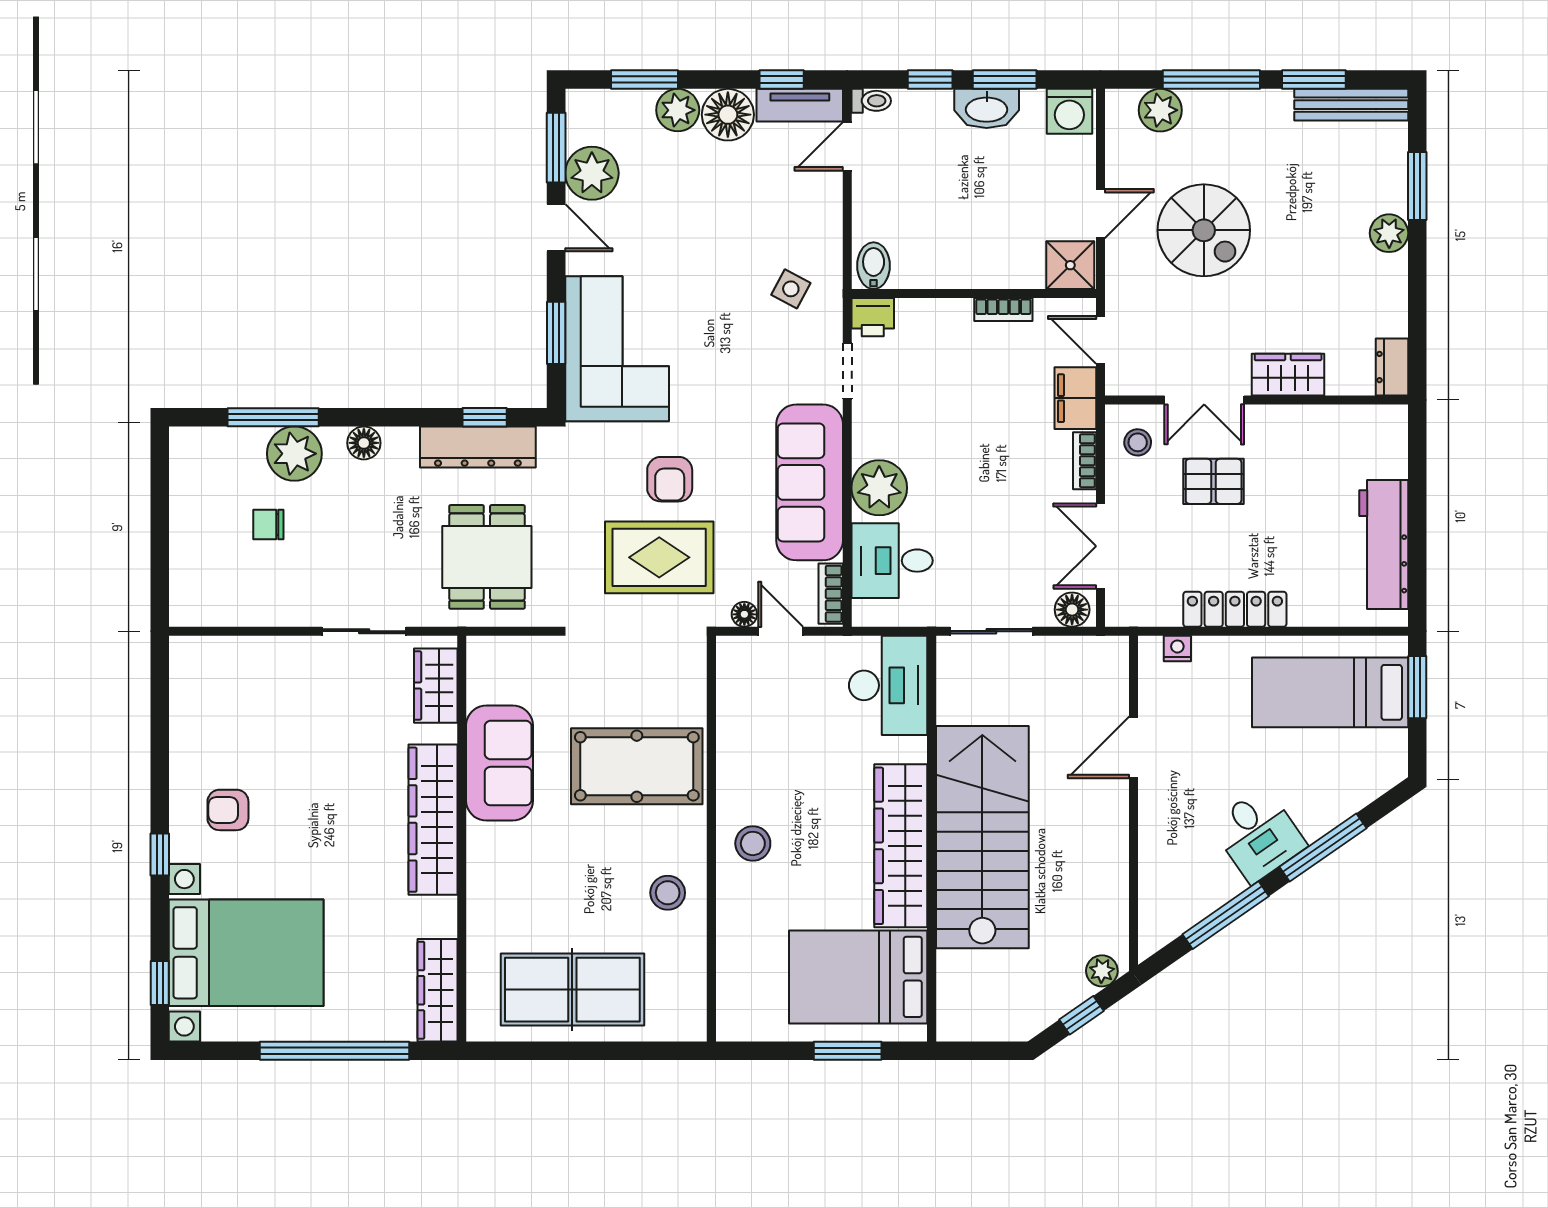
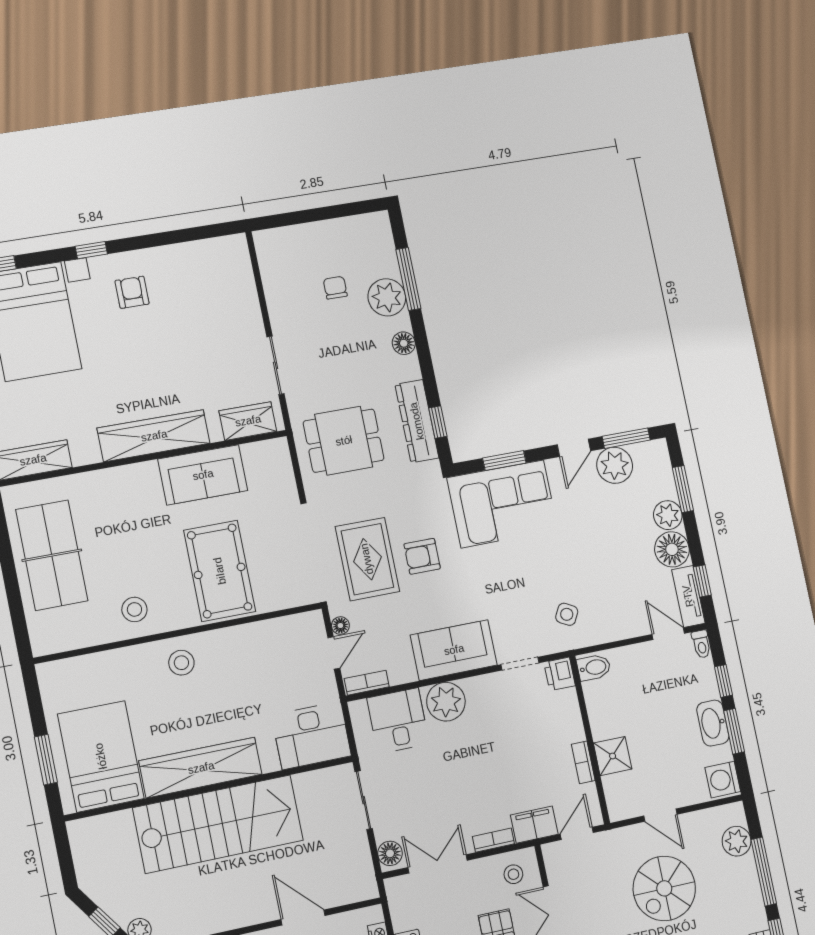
shower: (1070, 265) -> (613, 756), moved
sofa: (810, 482) -> (454, 650), width x0.73

